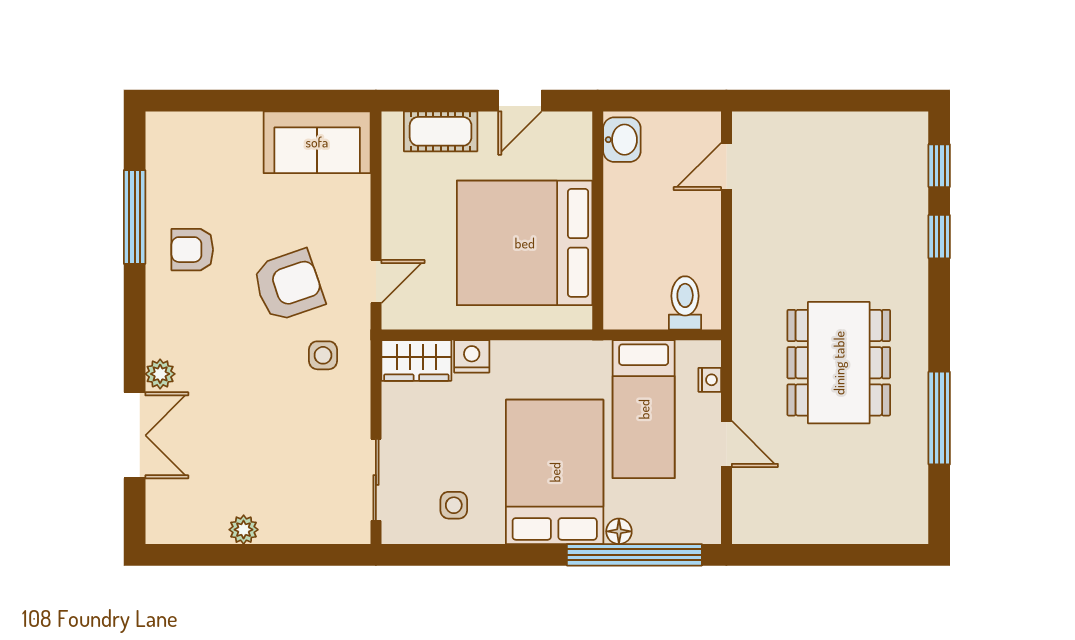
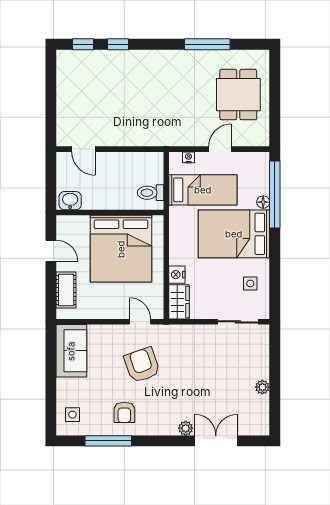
toilet: (685, 303) -> (151, 193), moved
side table: (323, 355) -> (72, 415), moved
dining table: (839, 363) -> (238, 95), moved, width x0.73

